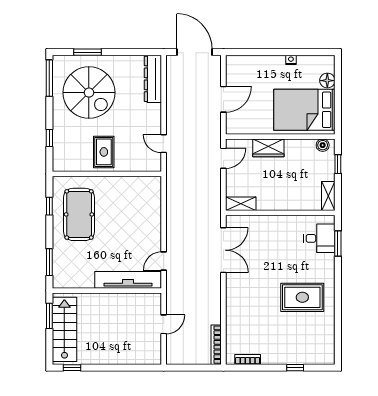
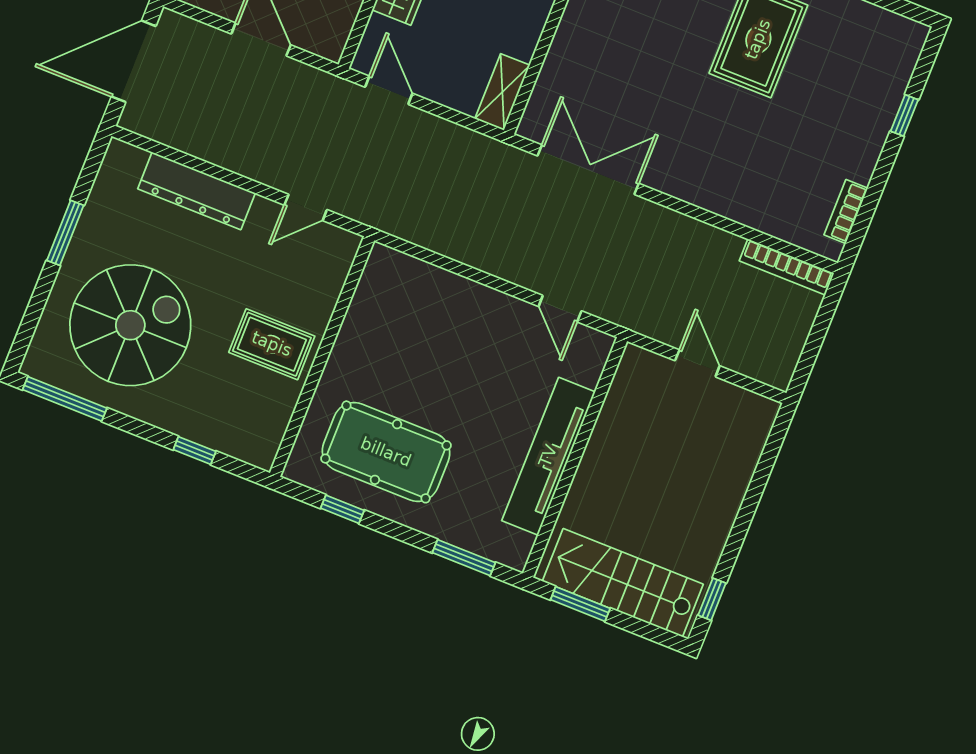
window: (87, 52) -> (65, 233), moved
dresser: (153, 79) -> (197, 191), moved
tv unit: (128, 280) -> (548, 456), moved

